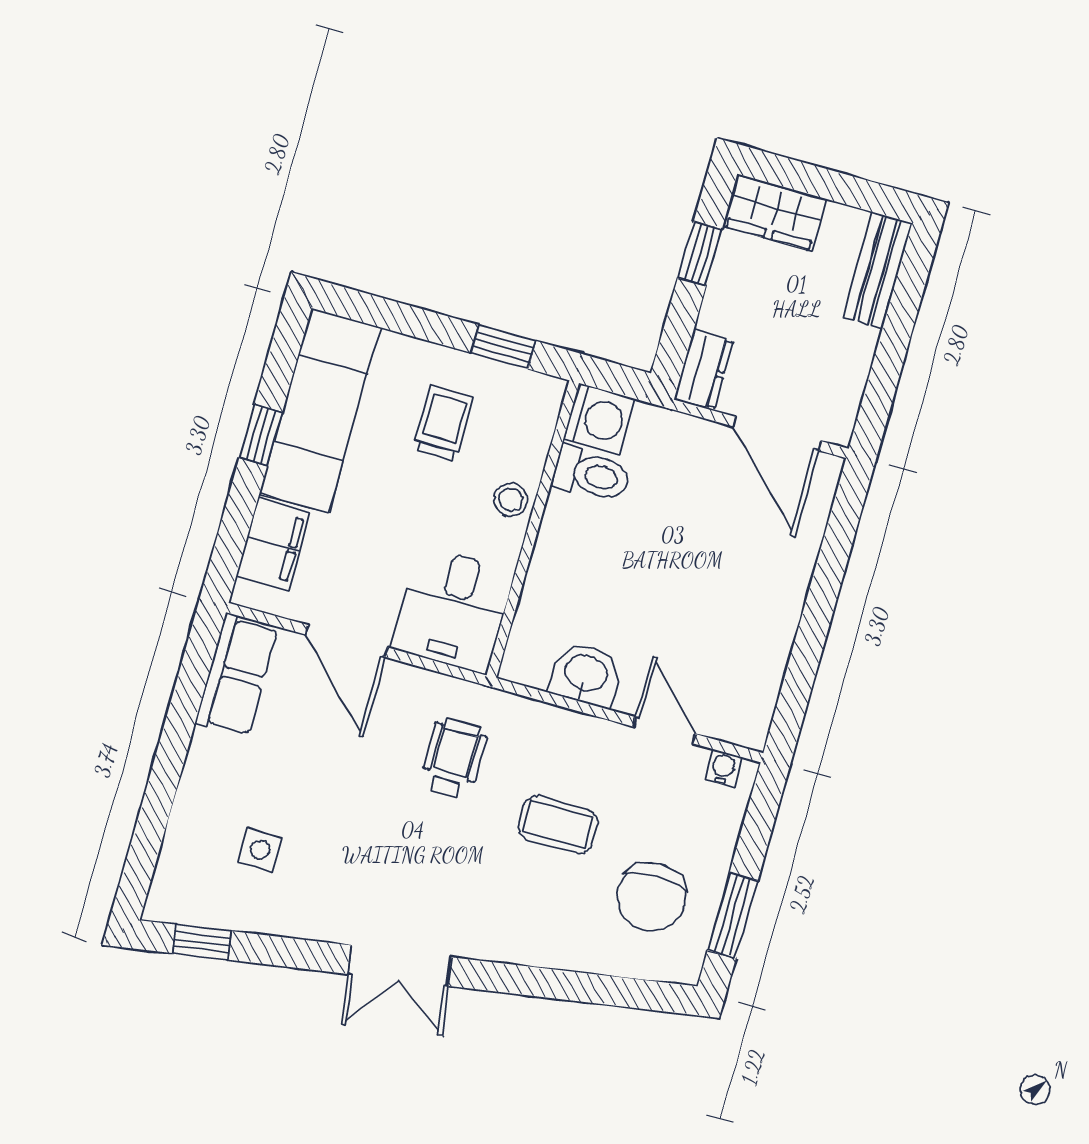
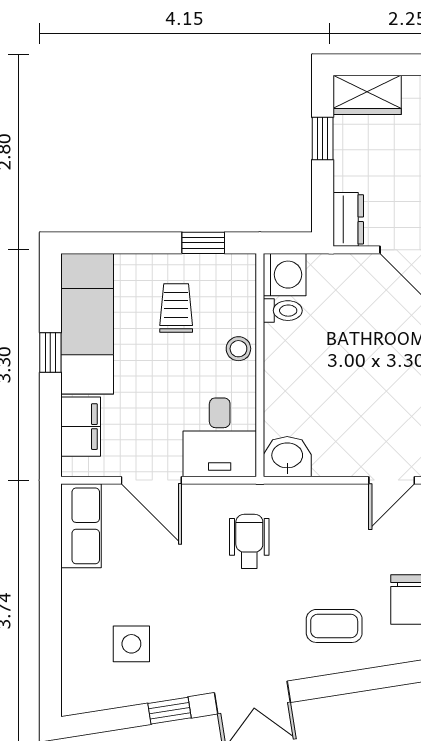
toilet: (592, 474) -> (283, 311), width x0.73, depth x0.72
washbasin: (586, 675) -> (287, 457), moved
door: (664, 730) -> (392, 480), swing flipped
coffee table: (558, 825) -> (334, 626), moved
side table: (260, 850) -> (131, 644), width x1.37, depth x1.37
window: (202, 942) -> (170, 711), moved

